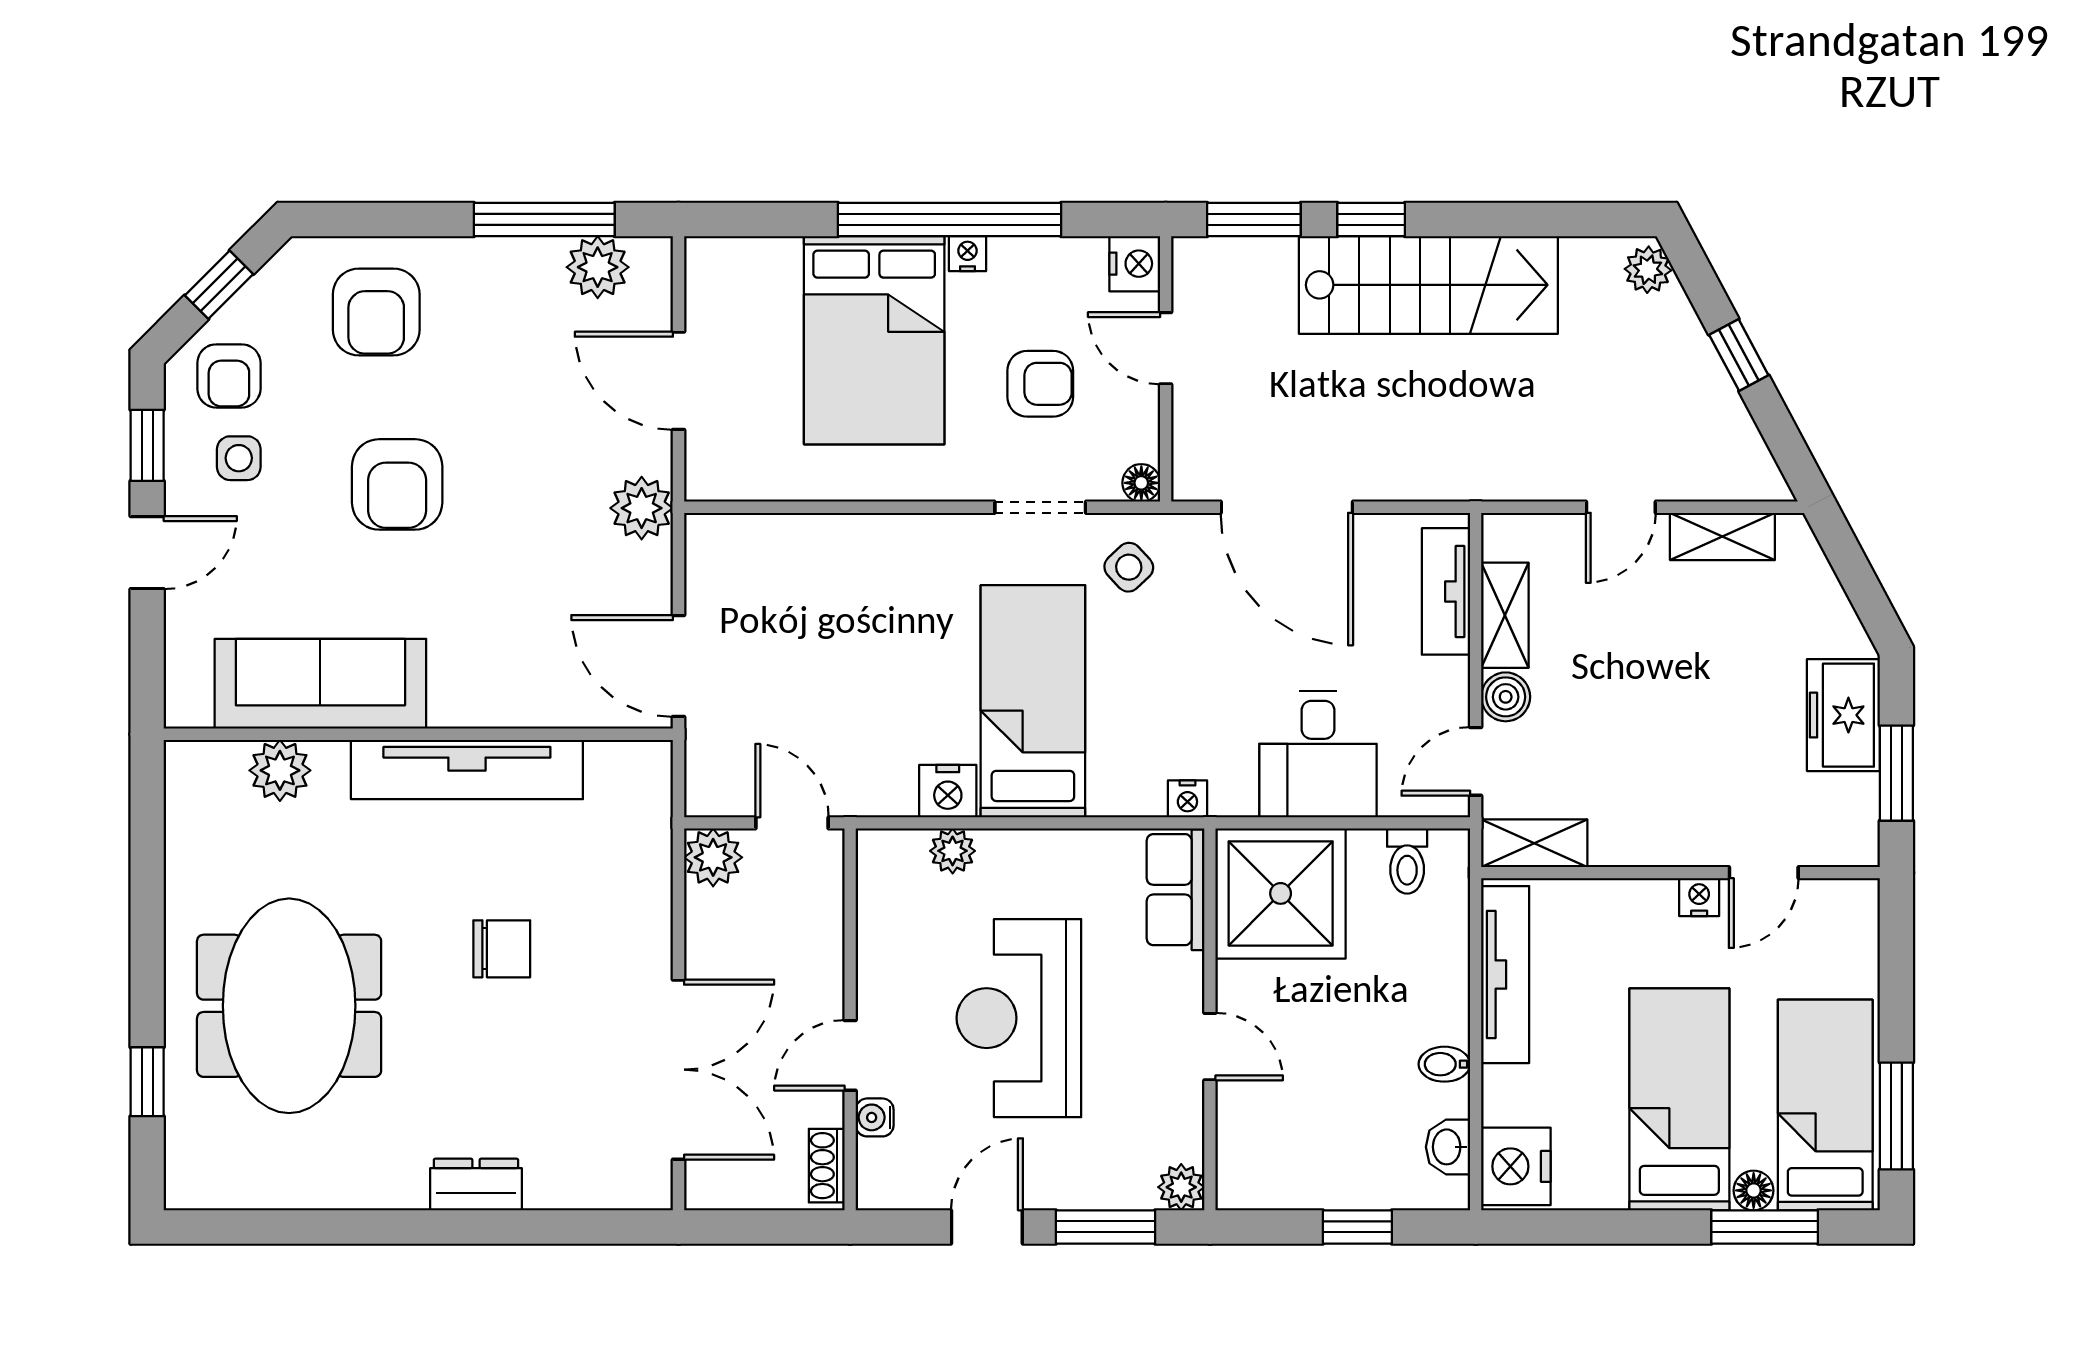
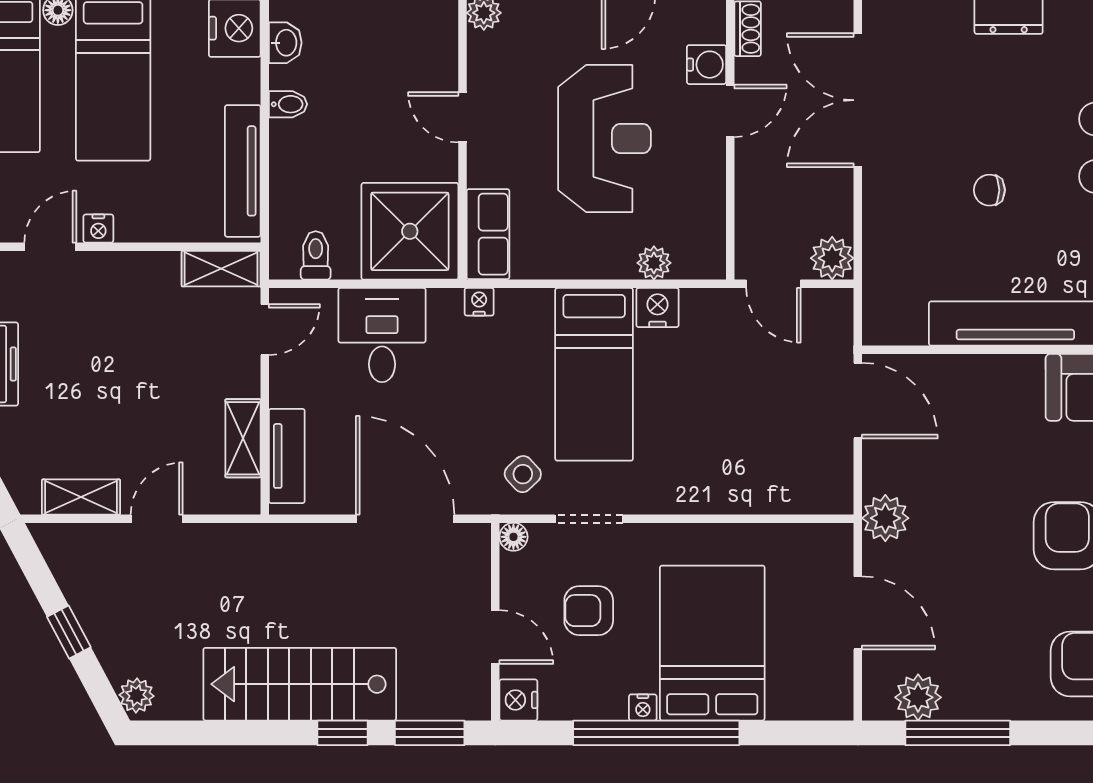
boiler: (1506, 697) -> (242, 378), removed
chair: (502, 949) -> (989, 190), width x0.73, depth x0.73
water cooler: (875, 1117) -> (707, 65), width x1.38, depth x1.38

